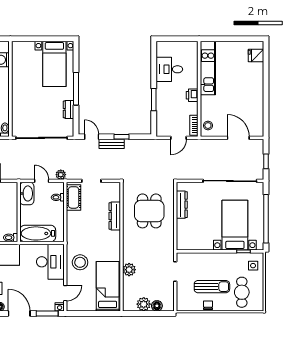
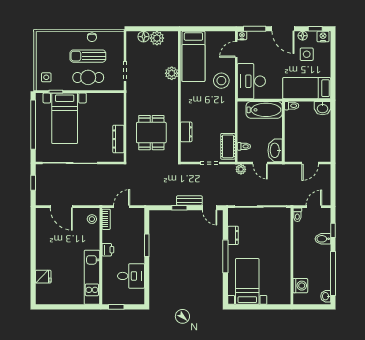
window: (184, 39) -> (116, 307), added
fridge: (256, 56) -> (43, 277), moved
dresser: (115, 216) -> (186, 132), width x0.70
cafe table: (242, 292) -> (88, 77), moved, turned 90

